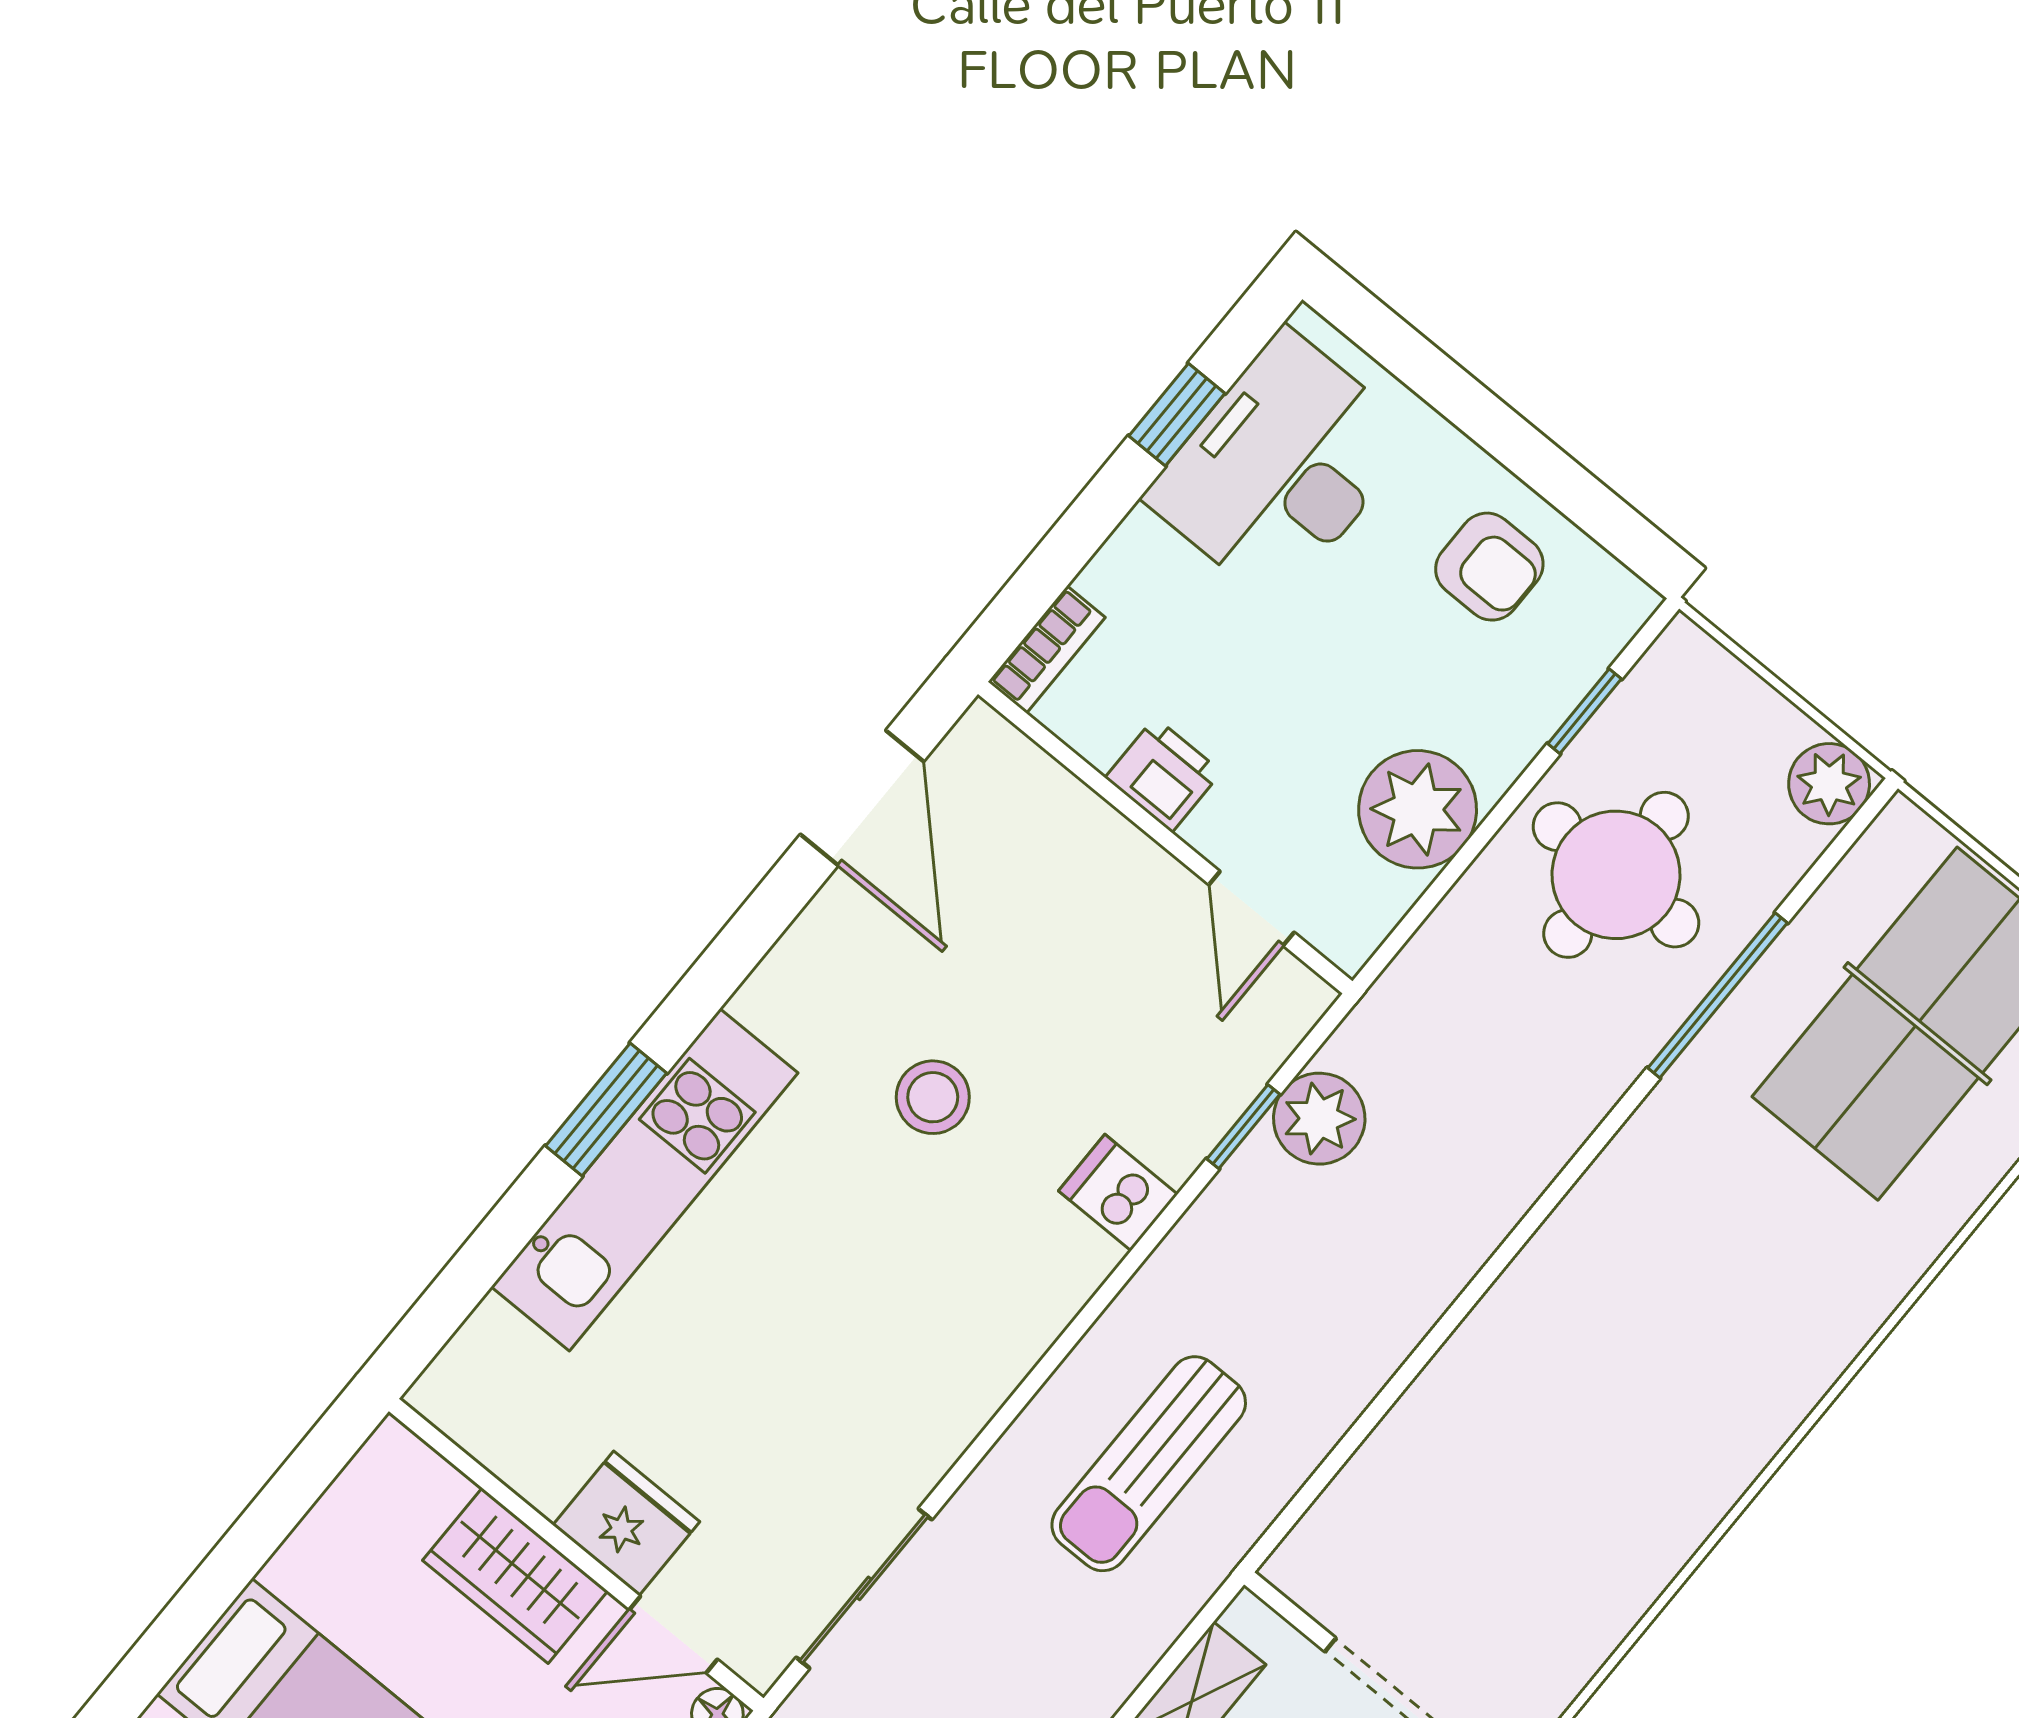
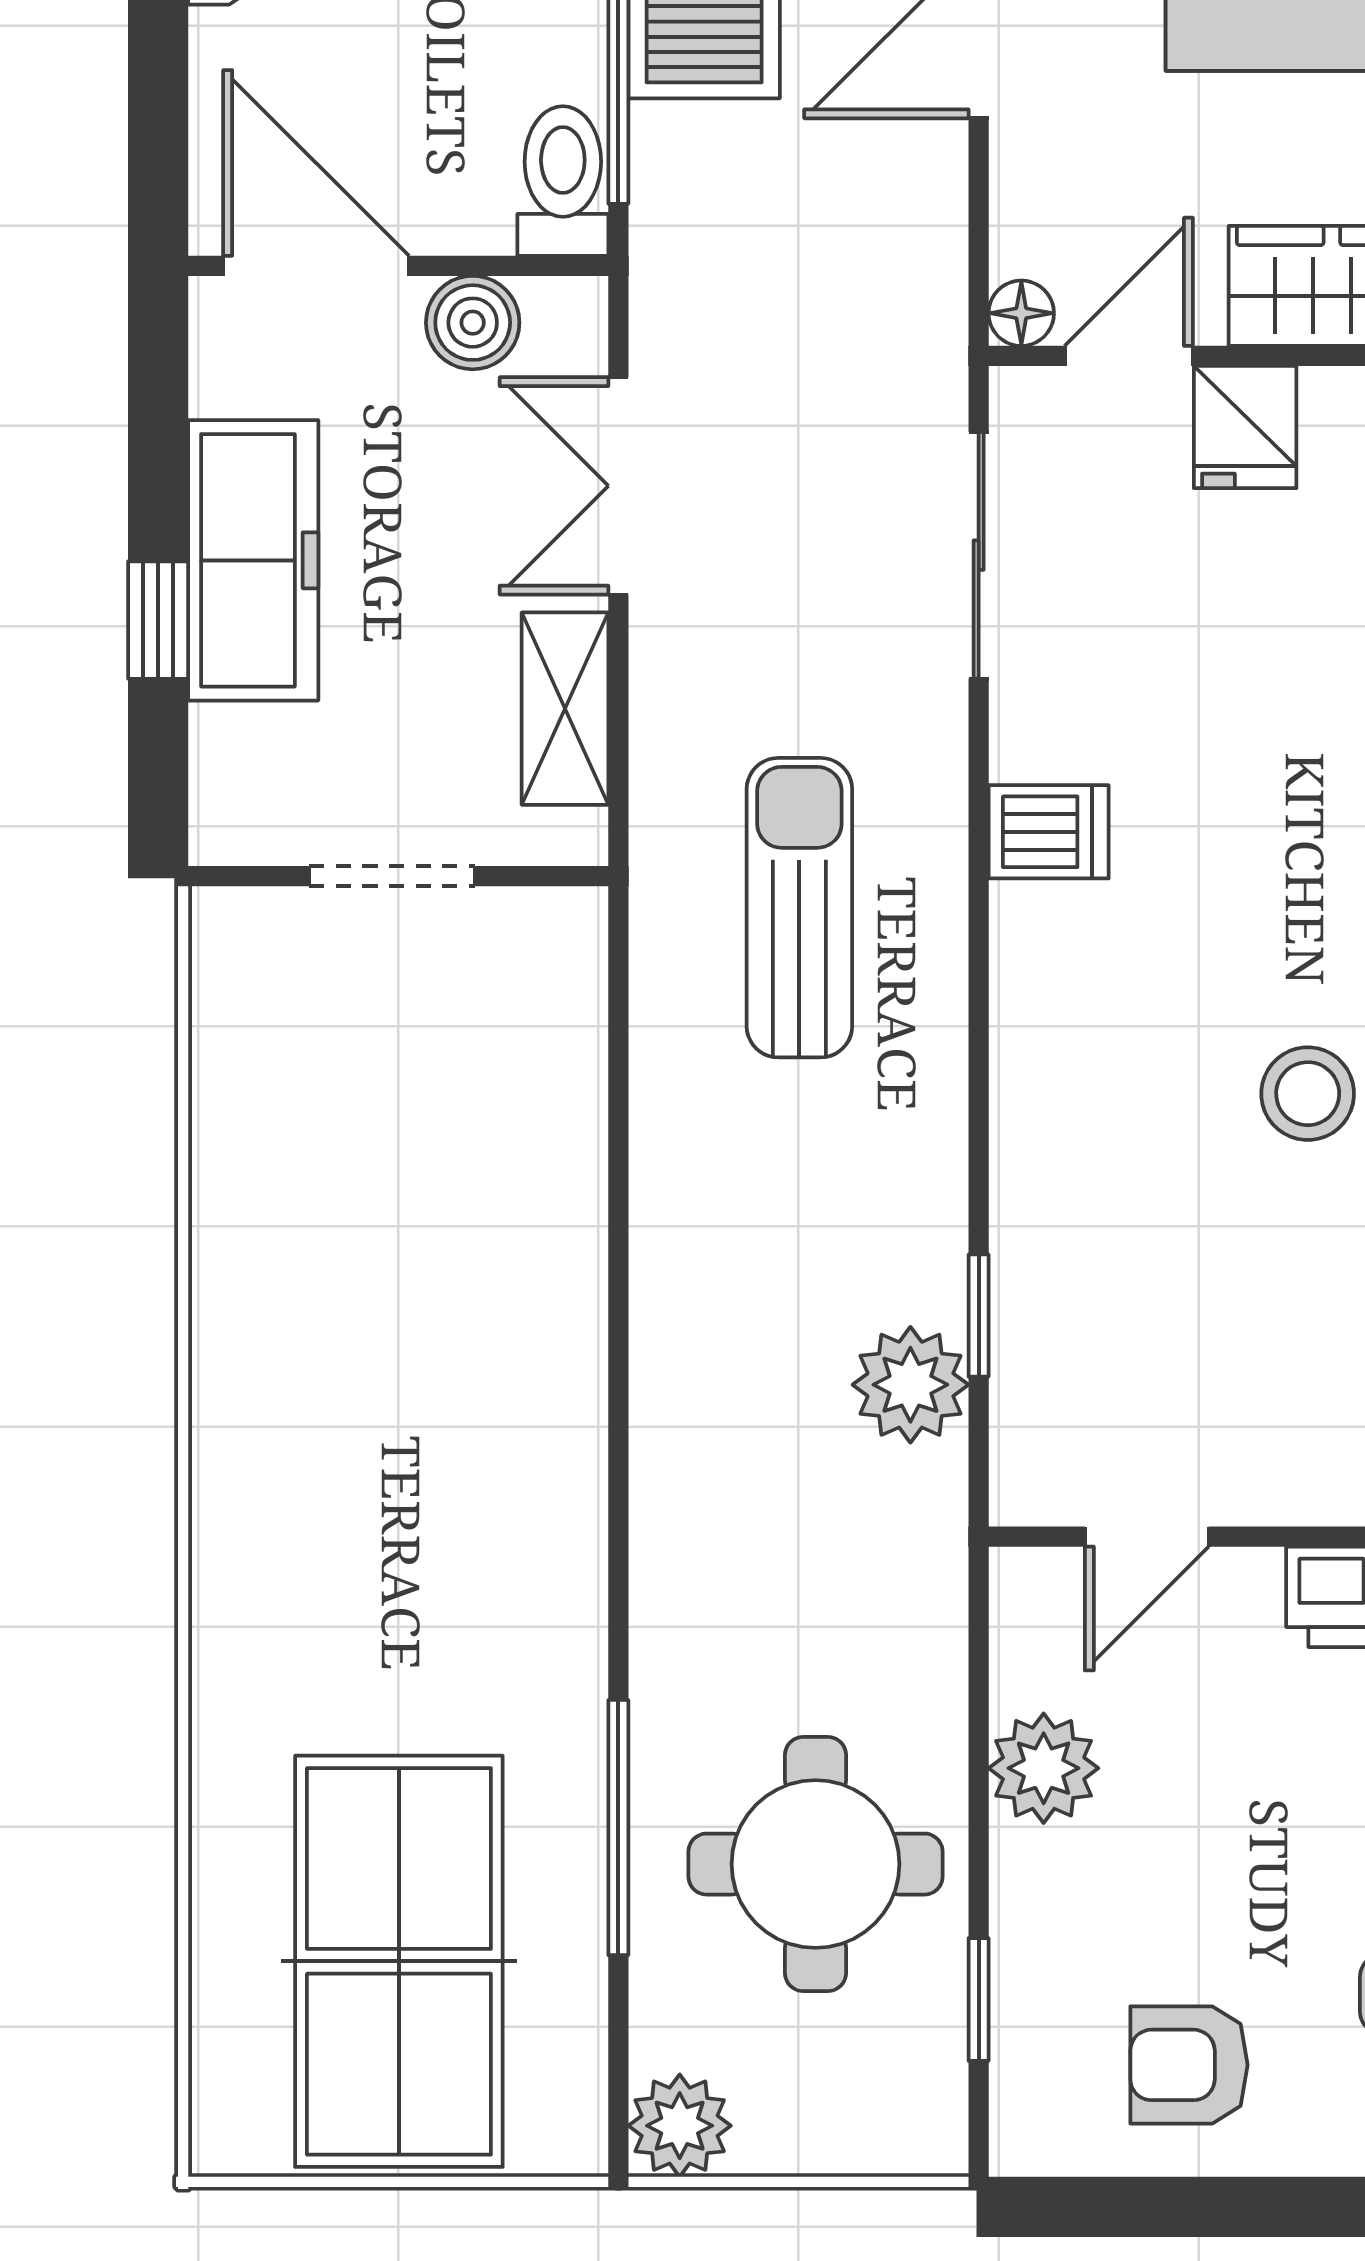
plant: (1418, 809) -> (1044, 1768), width x0.73, depth x0.73
door: (1252, 909) -> (1147, 1537), swing flipped
dishwasher: (1118, 1193) -> (1049, 832), moved
fridge: (626, 1523) -> (1245, 427), width x0.72

